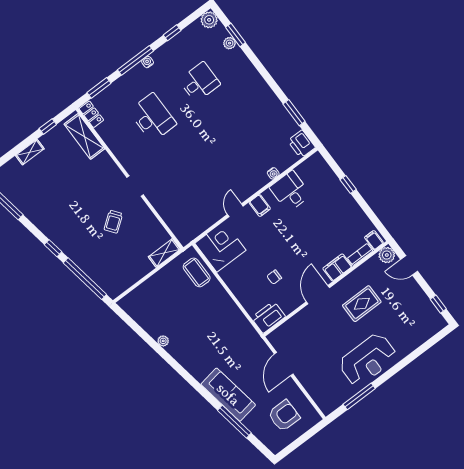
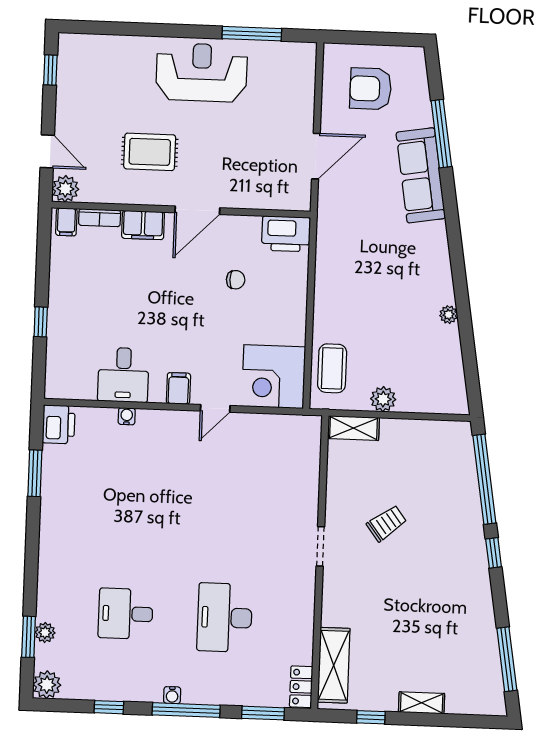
plant: (162, 277) -> (383, 399), added

